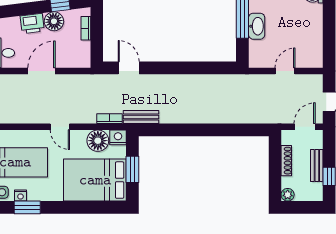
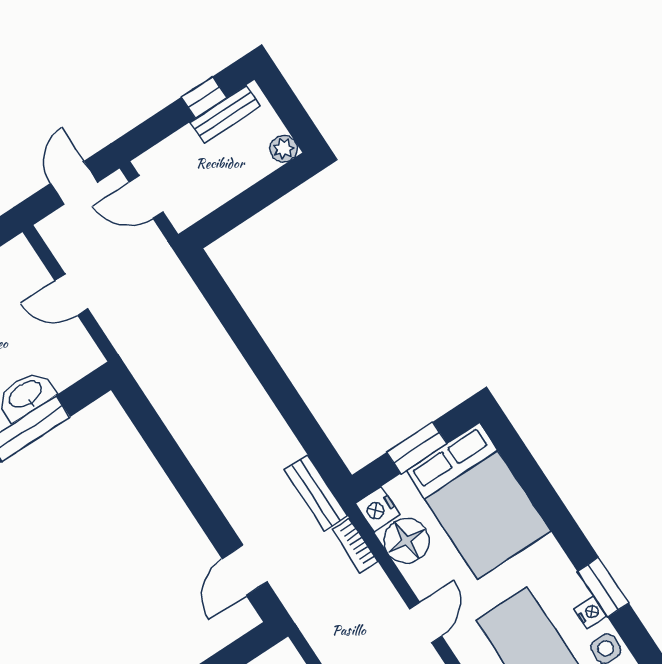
shoe rack: (286, 161) -> (226, 190), removed
bench: (317, 166) -> (225, 114), moved

